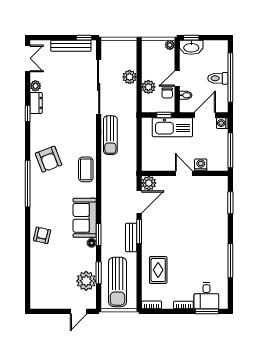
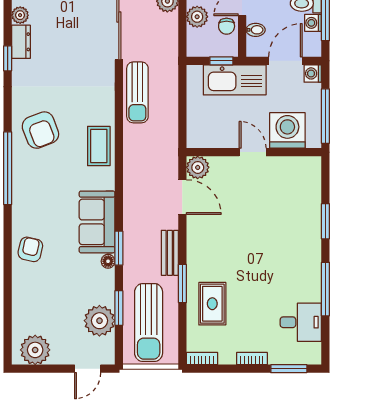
washing machine: (222, 91) -> (313, 23), added
washing machine: (201, 165) -> (287, 130), width x1.89, depth x1.89
door: (139, 202) -> (182, 197), hinge flipped
window: (230, 203) -> (325, 221), moved
window: (139, 232) -> (182, 283), moved
desk: (206, 296) -> (301, 322), moved, turned -90
plant: (45, 299) -> (35, 350), added

